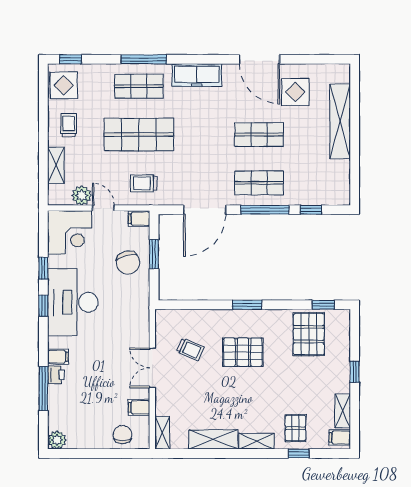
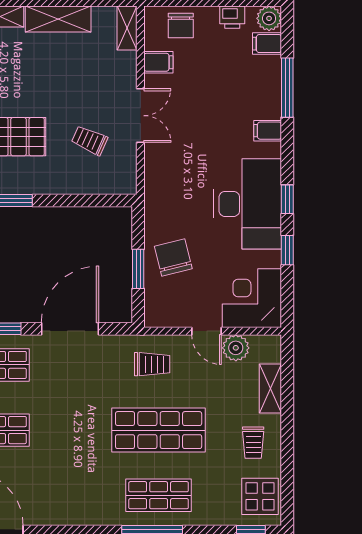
freezer: (197, 75) -> (81, 510), removed
filing cabinet: (139, 219) -> (267, 44), moved, turned 180
printer: (56, 375) -> (232, 17), moved, turned -90

